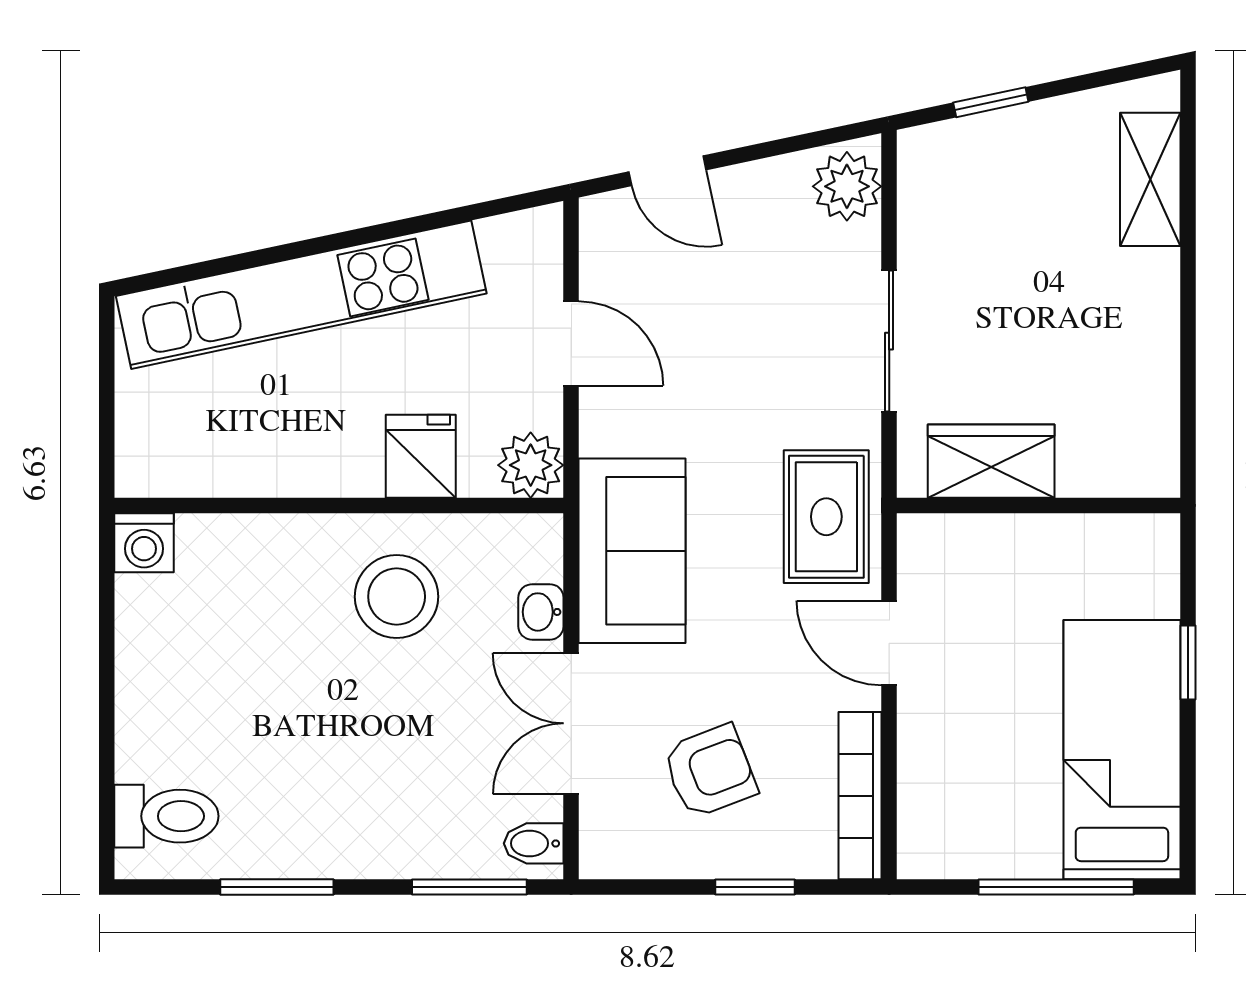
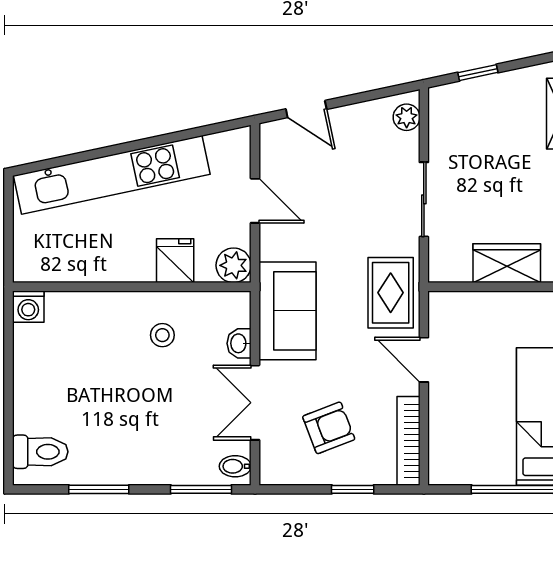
plant: (847, 186) -> (407, 117), width x0.73, depth x0.73
wardrobe: (991, 461) -> (507, 263), moved
stool: (397, 597) -> (162, 335), width x0.53, depth x0.53

